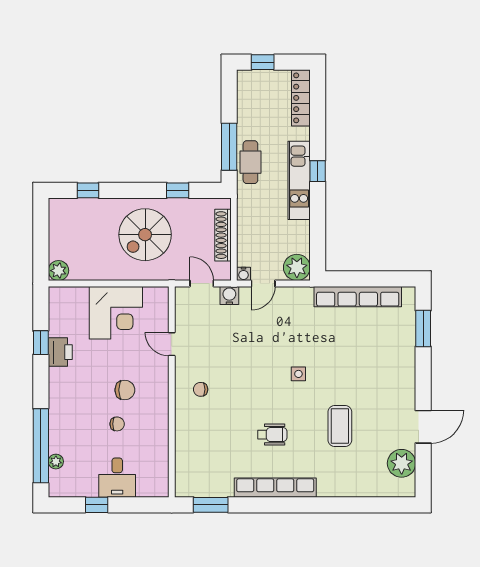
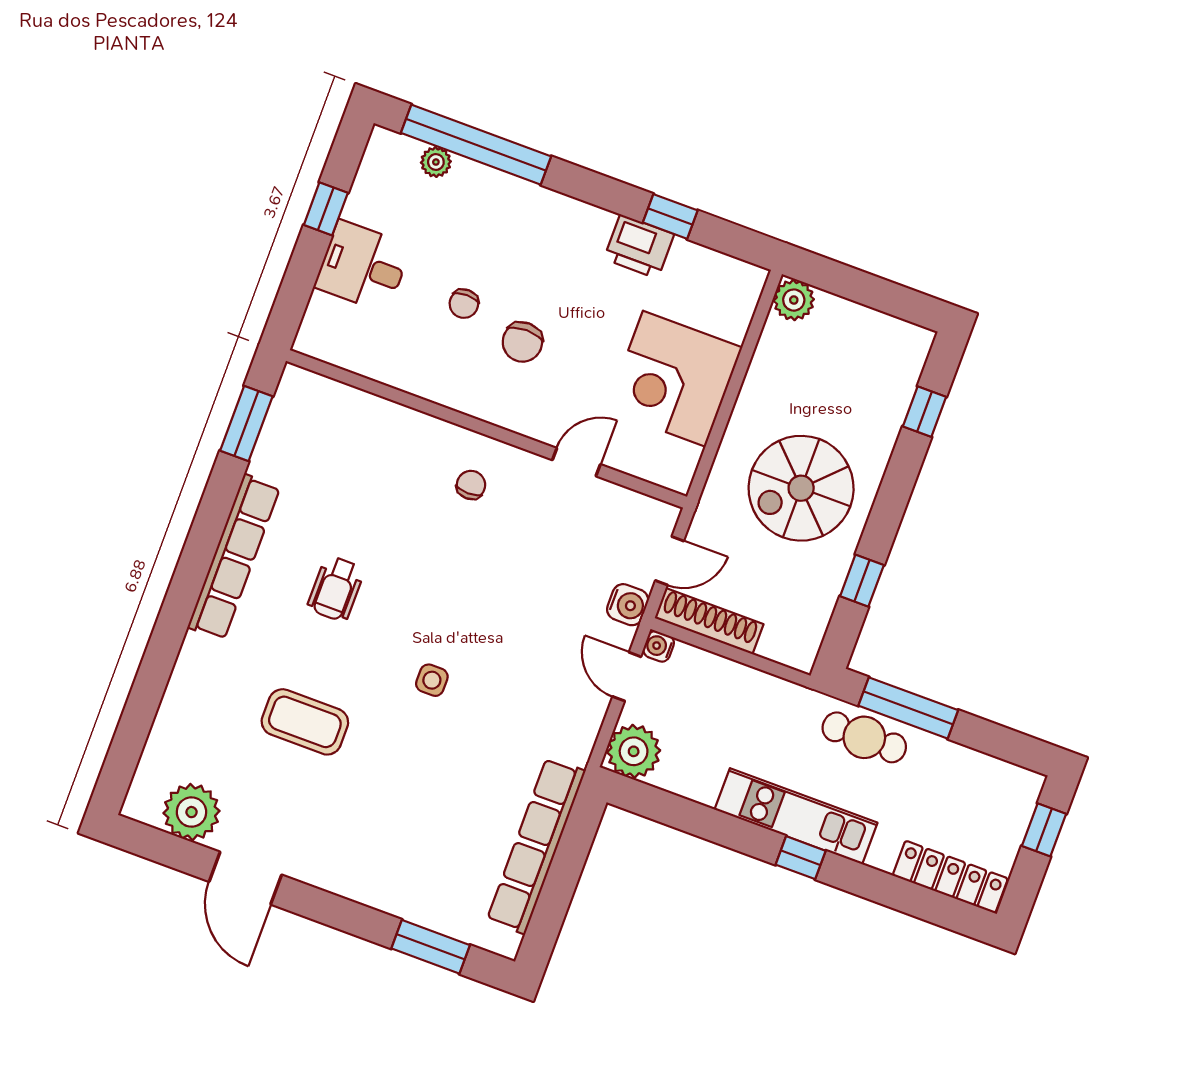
spiral stairs: (145, 235) -> (801, 488), turned -90
shoe rack: (223, 235) -> (709, 621), moved

